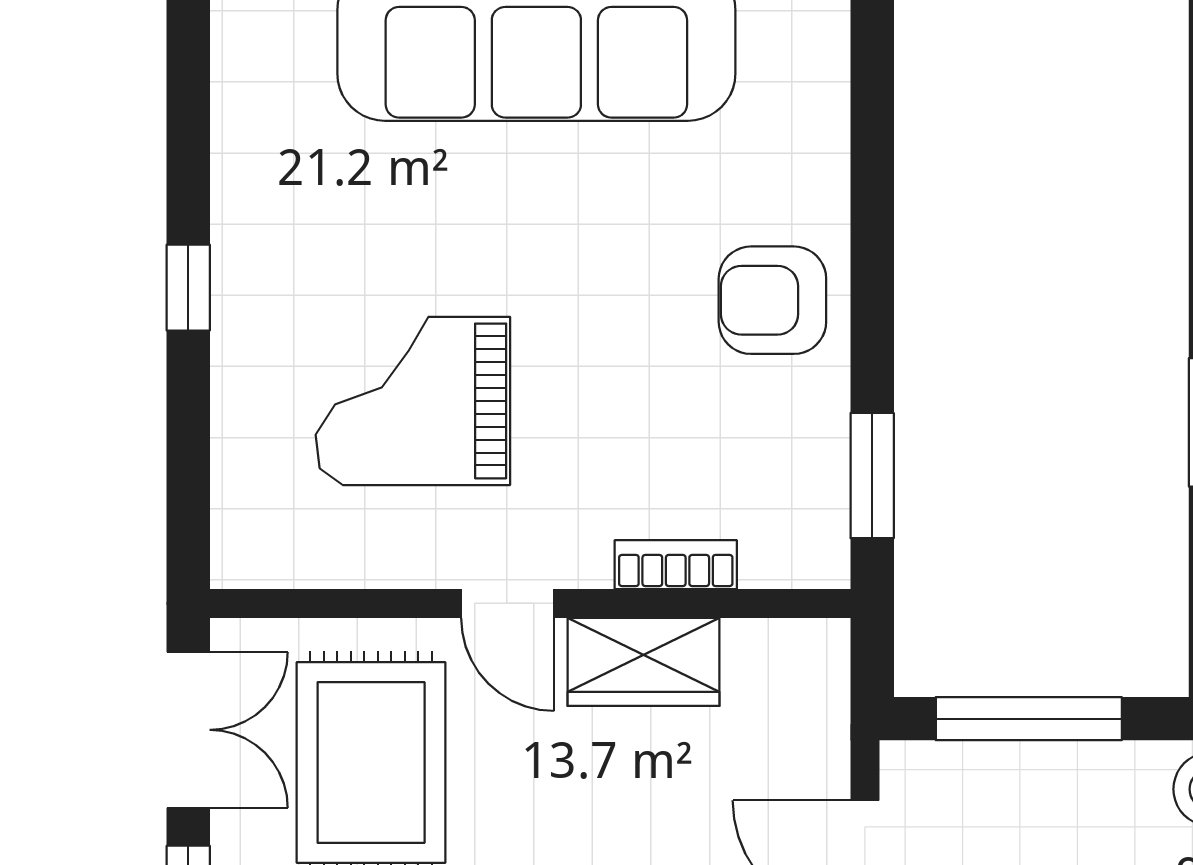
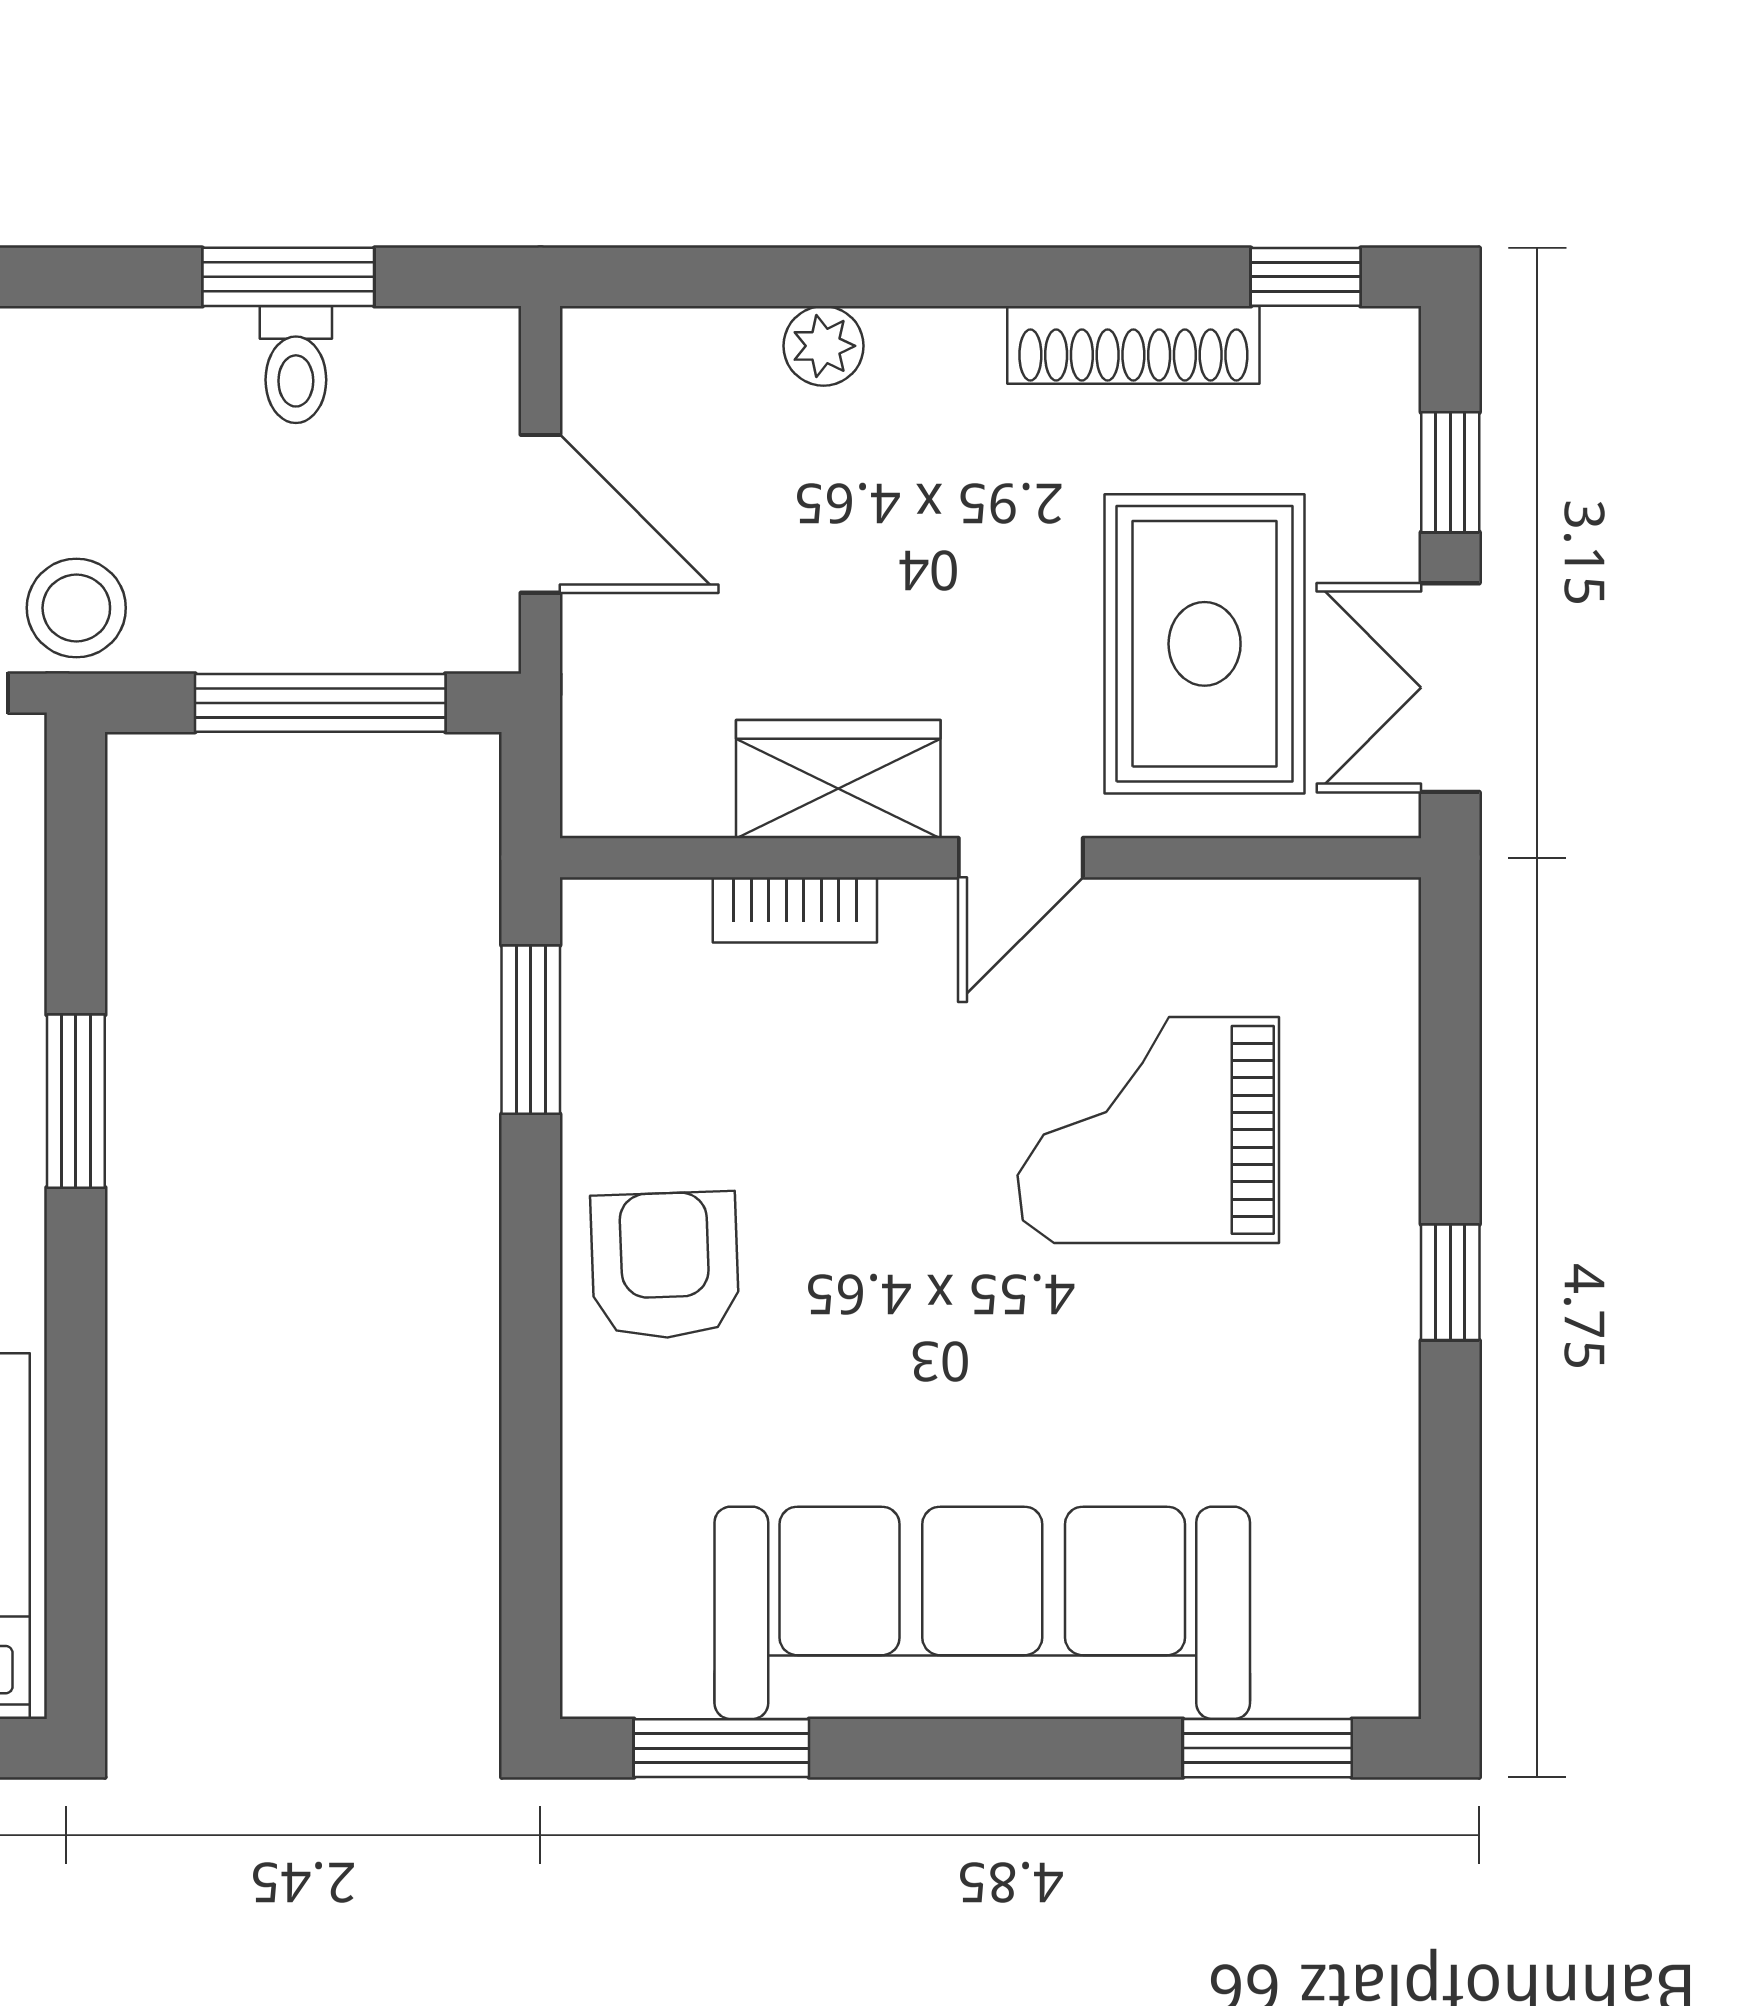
armchair: (772, 300) -> (665, 1265), turned -92
grand piano: (413, 401) -> (1148, 1130), turned 180
door: (508, 603) -> (1021, 858), swing flipped

